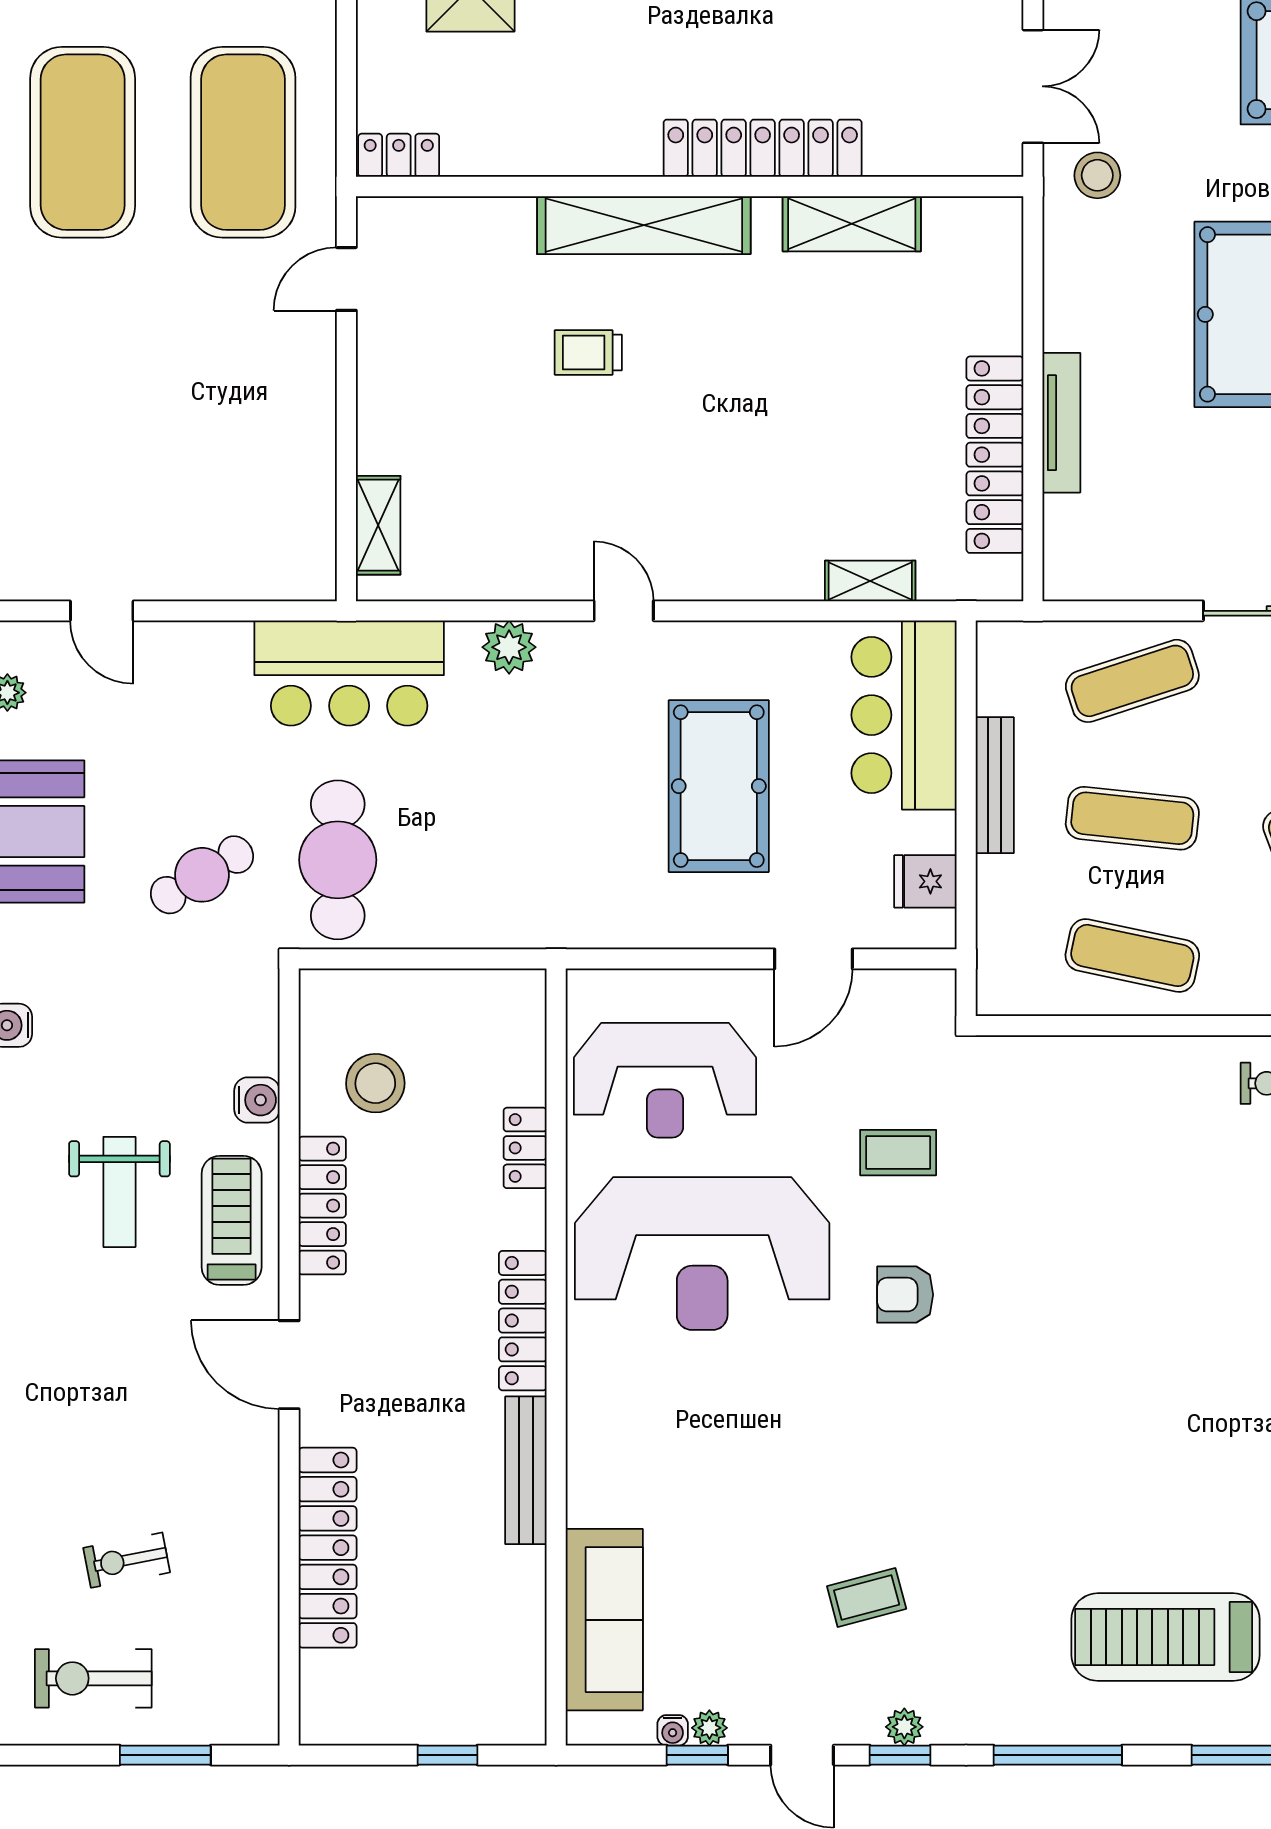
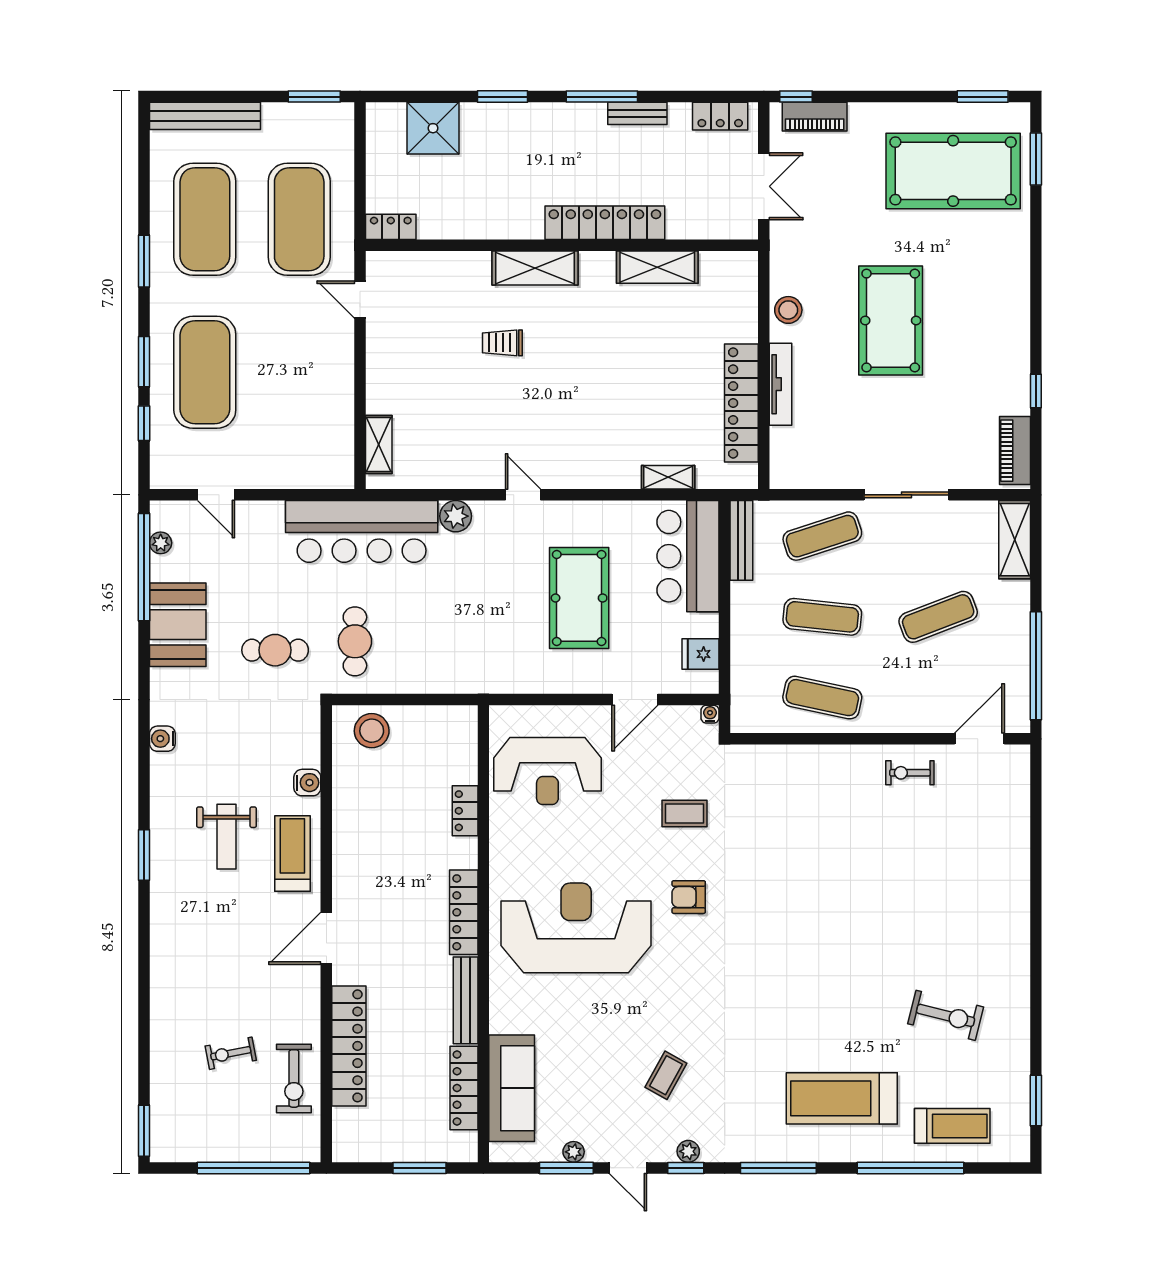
stool: (1097, 175) -> (788, 310), moved
shelving: (644, 225) -> (535, 268), width x0.68
door: (346, 279) -> (360, 300), hinge flipped
exercise mat: (83, 402) -> (205, 372), added
bar counter: (349, 673) -> (362, 531), width x1.36
bench: (995, 785) -> (741, 540), moved
cafe table: (338, 860) -> (355, 641), width x0.73, depth x0.74
cafe table: (202, 875) -> (275, 650), turned 31
stool: (375, 1083) -> (372, 731), moved
locker: (322, 1206) -> (464, 1088), moved, turned 180
reception desk: (702, 1254) -> (576, 928), moved, turned 180
door: (289, 1365) -> (326, 938), hinge flipped
coffee table: (867, 1598) -> (666, 1075), turned -46
exercise bike: (93, 1678) -> (294, 1078), moved, turned -90
water cooler: (673, 1730) -> (710, 714), moved, turned 180
window: (165, 1755) -> (253, 1168), width x2.11
window: (447, 1755) -> (419, 1168), width x1.50
window: (697, 1755) -> (566, 1168), width x1.50

